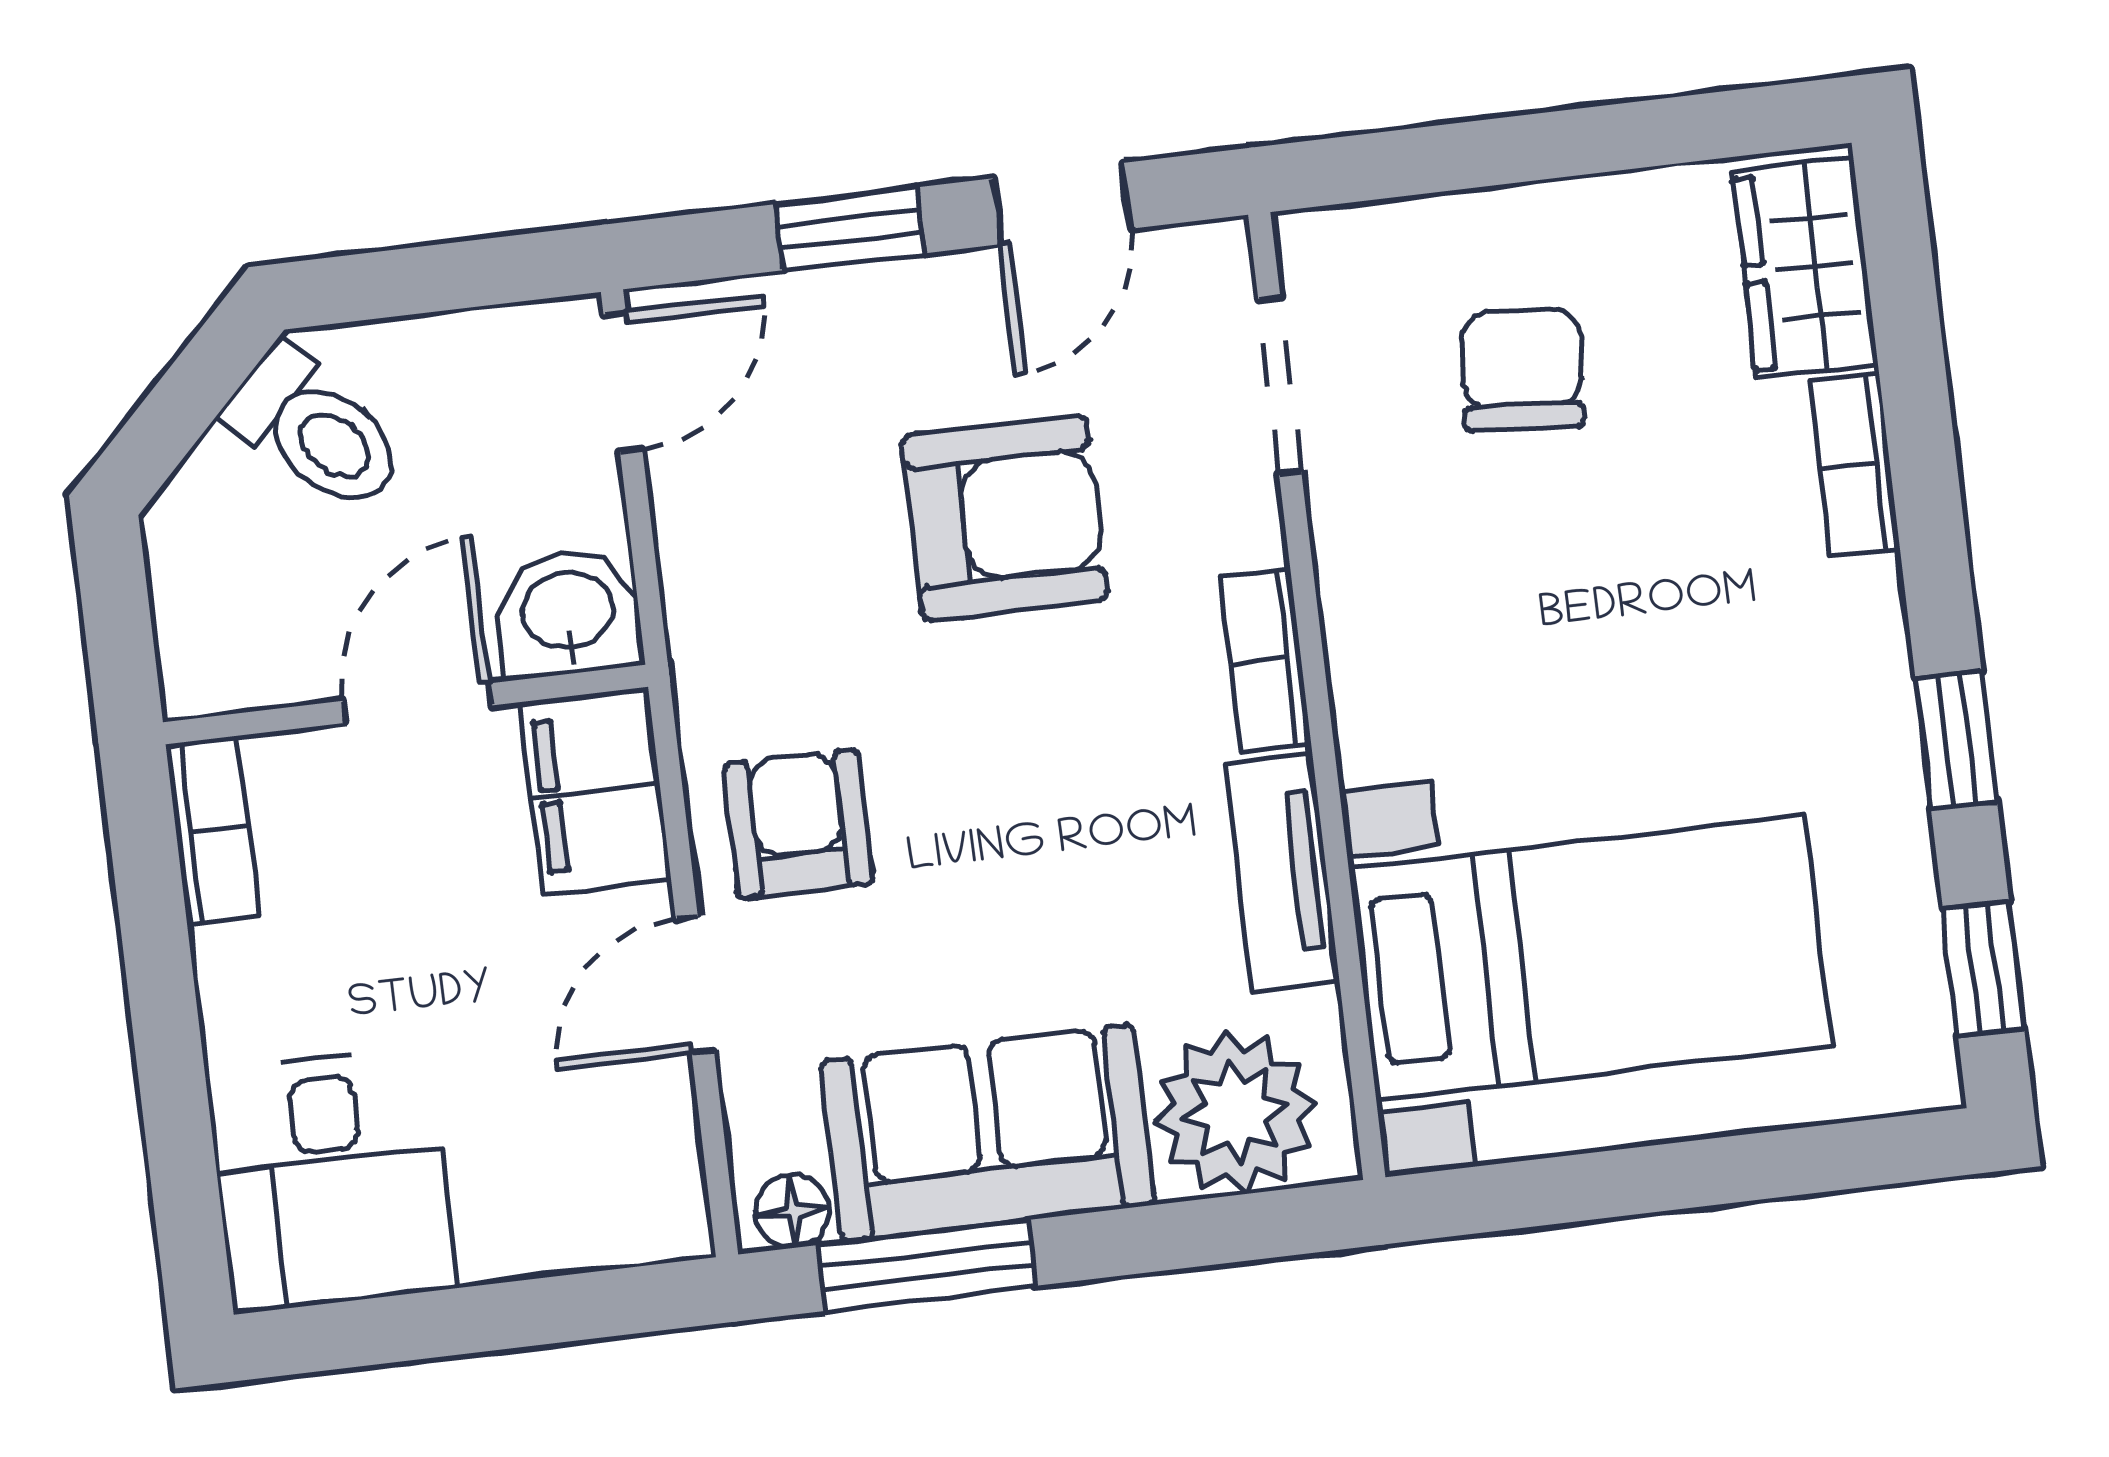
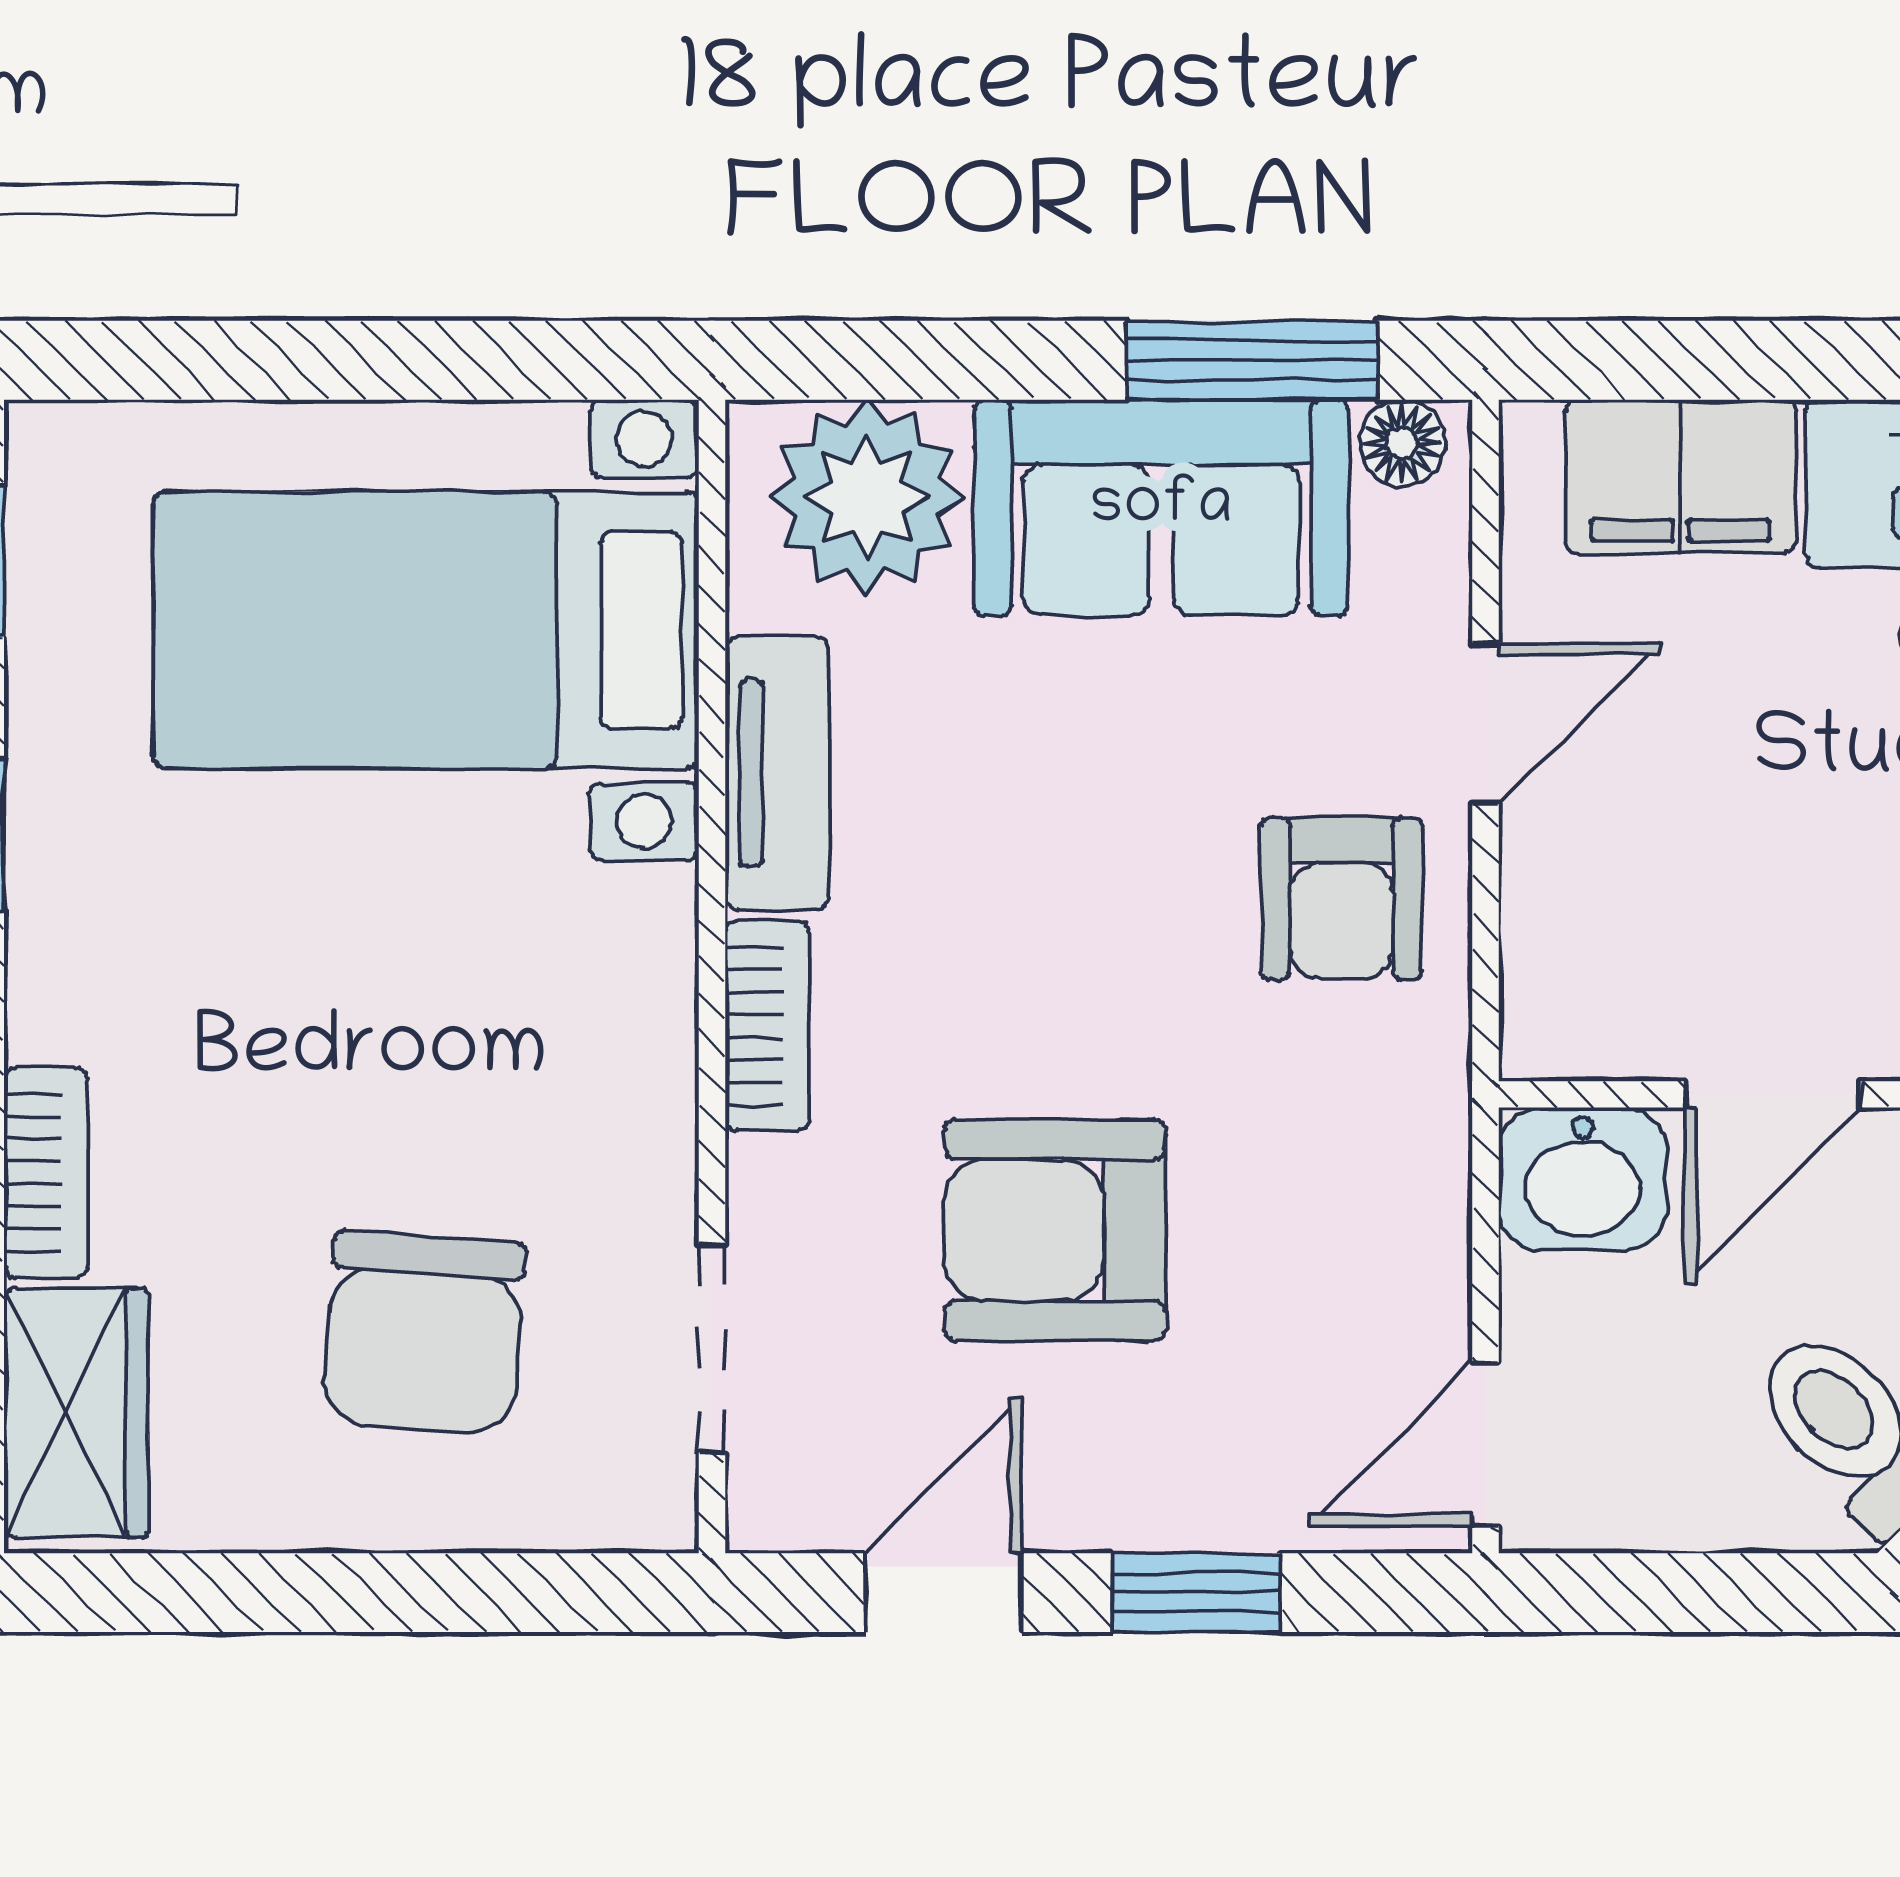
chair: (1522, 370) -> (424, 1332), width x1.37, depth x1.37
filing cabinet: (595, 791) -> (1681, 477), moved, turned 90

